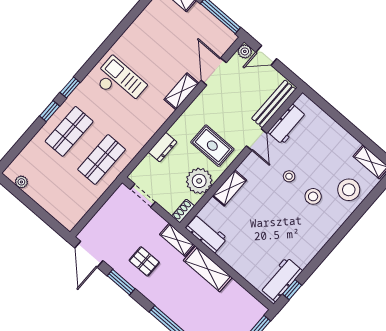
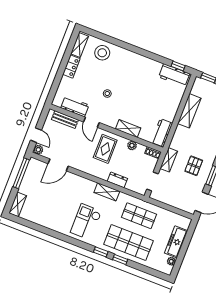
shelving: (181, 91) -> (107, 192), moved
bench: (274, 104) -> (65, 120), width x0.73
shop shelf: (69, 131) -> (129, 243), width x1.43, depth x1.36
door: (257, 140) -> (91, 122), swing flipped
locker: (345, 140) -> (71, 67), added
plant: (199, 181) -> (132, 145), width x0.53, depth x0.53
stool: (313, 196) -> (115, 74), removed
freezer: (46, 198) -> (176, 242), added
shelving: (177, 240) -> (169, 160), moved
shelving: (208, 269) -> (189, 111), moved

